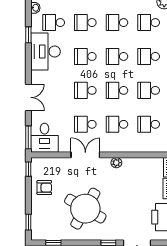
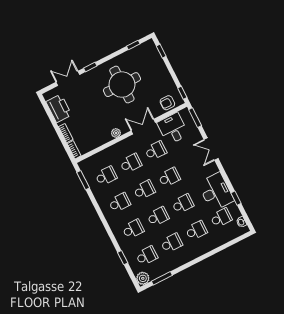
desk: (45, 138) -> (173, 129), moved
double door: (85, 155) -> (143, 127), swing flipped
armchair: (44, 188) -> (167, 103), moved
round table: (85, 209) -> (122, 85), turned -30

